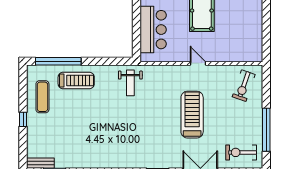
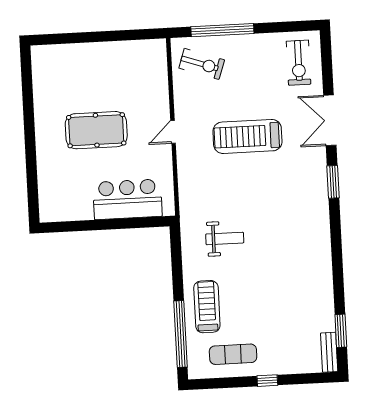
weight bench: (130, 83) -> (225, 238), moved
window: (266, 130) -> (222, 30), moved

